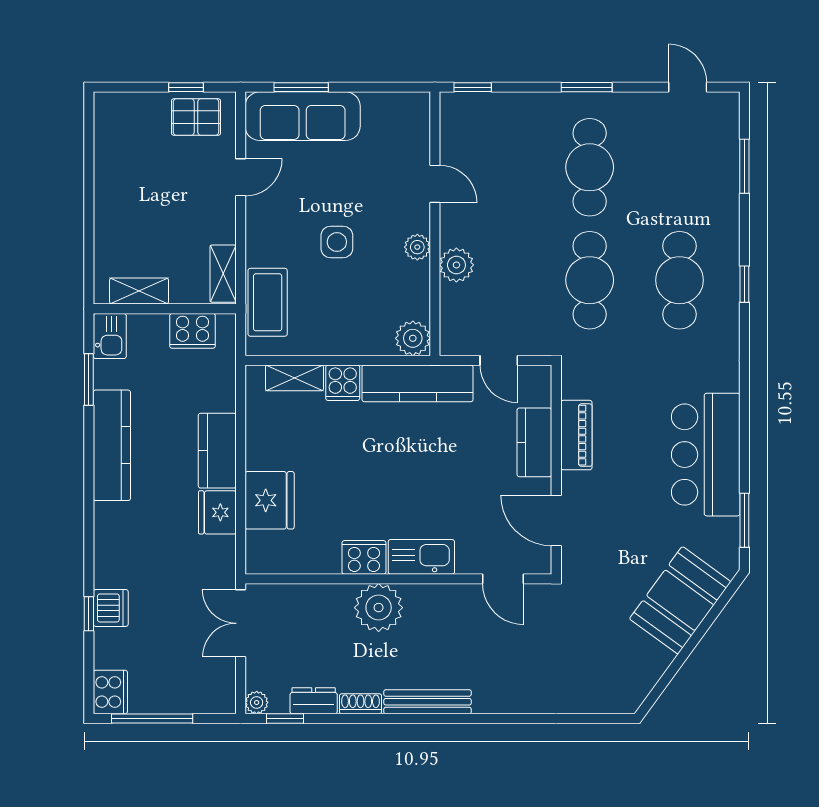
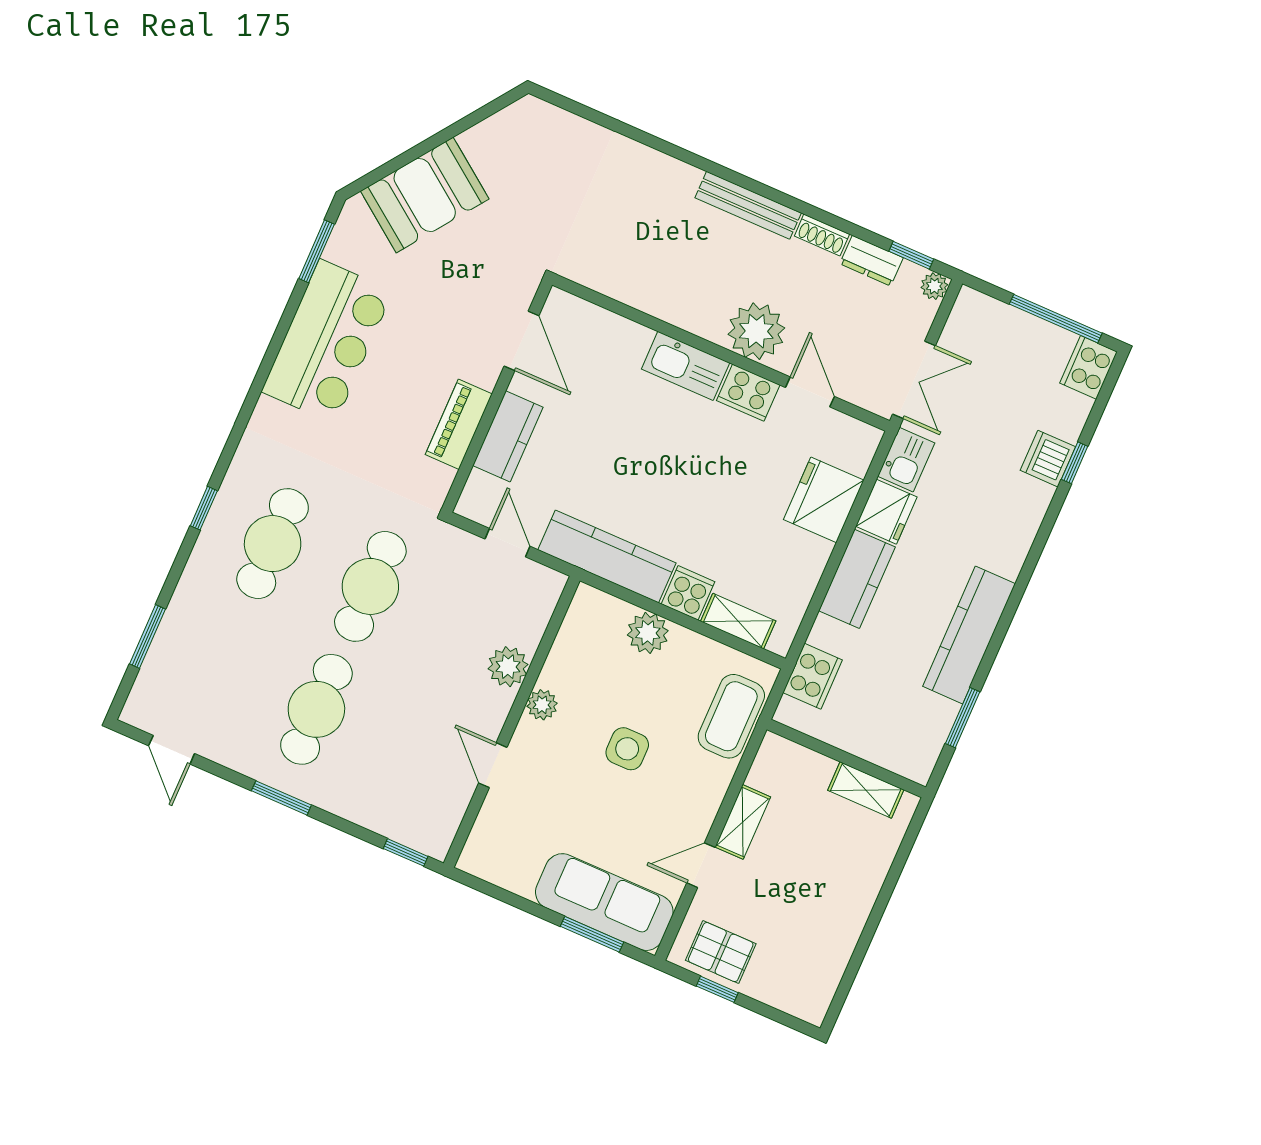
shelving: (223, 274) -> (743, 822), moved
cooker: (193, 331) -> (813, 676), moved, turned 90
kitchen sink: (110, 336) -> (906, 460), moved, turned 180
plant: (413, 338) -> (648, 633), moved
door: (503, 579) -> (810, 392), moved

